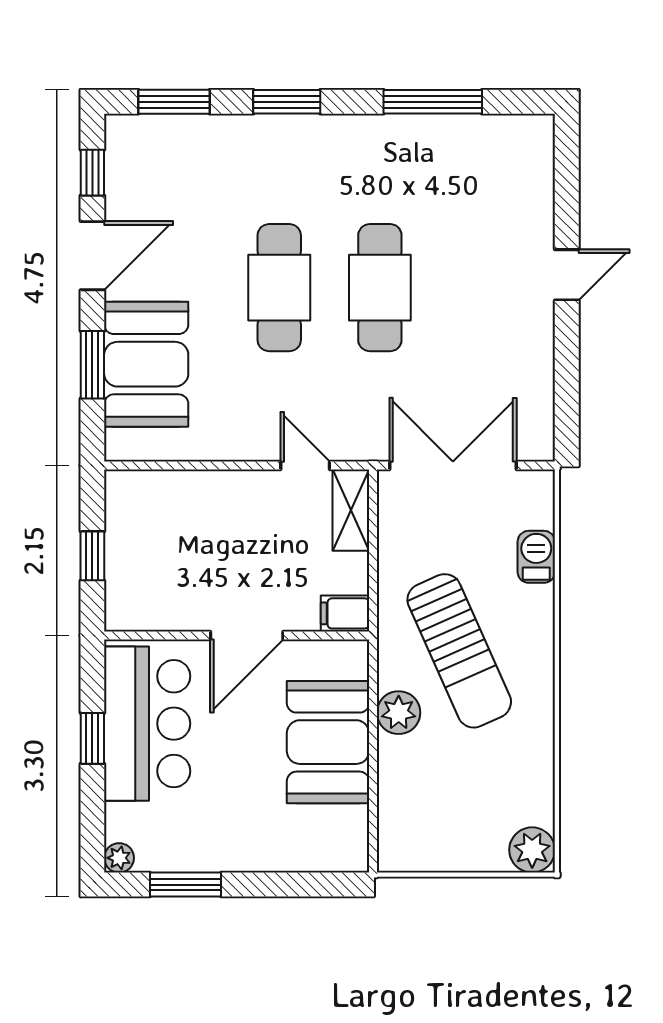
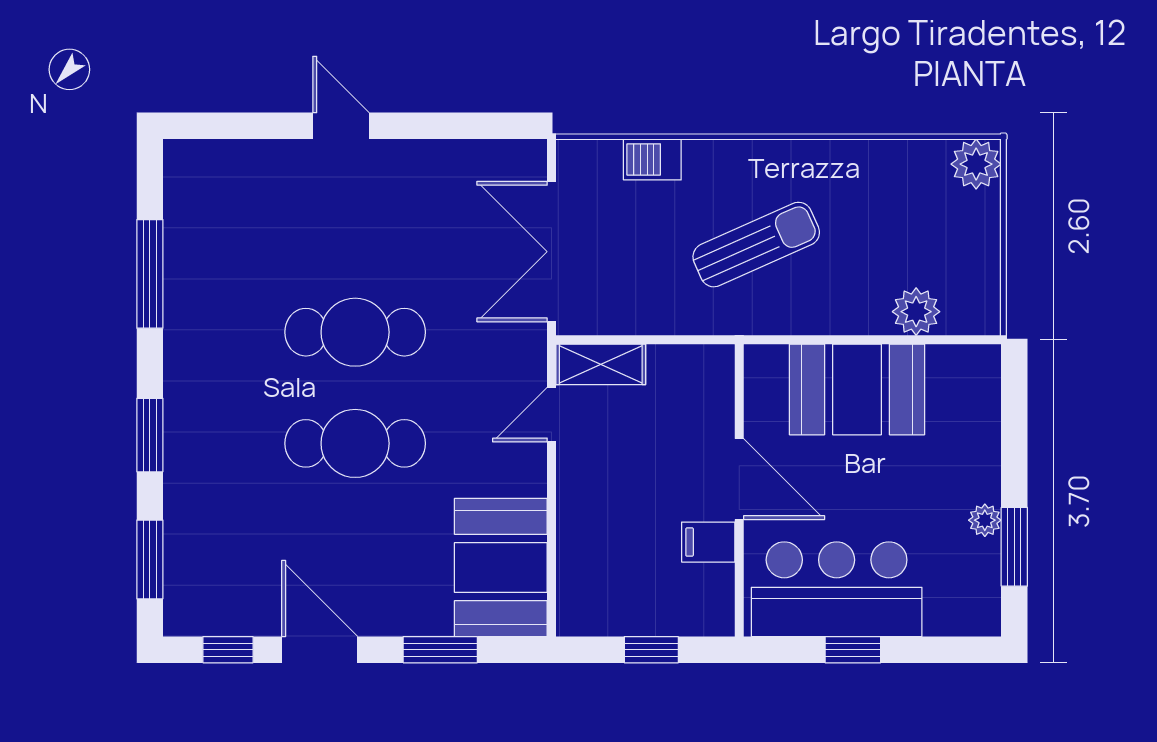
booth: (146, 364) -> (501, 567), moved, turned 90
filing cabinet: (345, 613) -> (708, 542), moved, turned 90
sun lounger: (459, 651) -> (756, 245), width x0.73, depth x0.75
plant: (399, 713) -> (916, 312), moved
plant: (119, 858) -> (985, 520), moved

